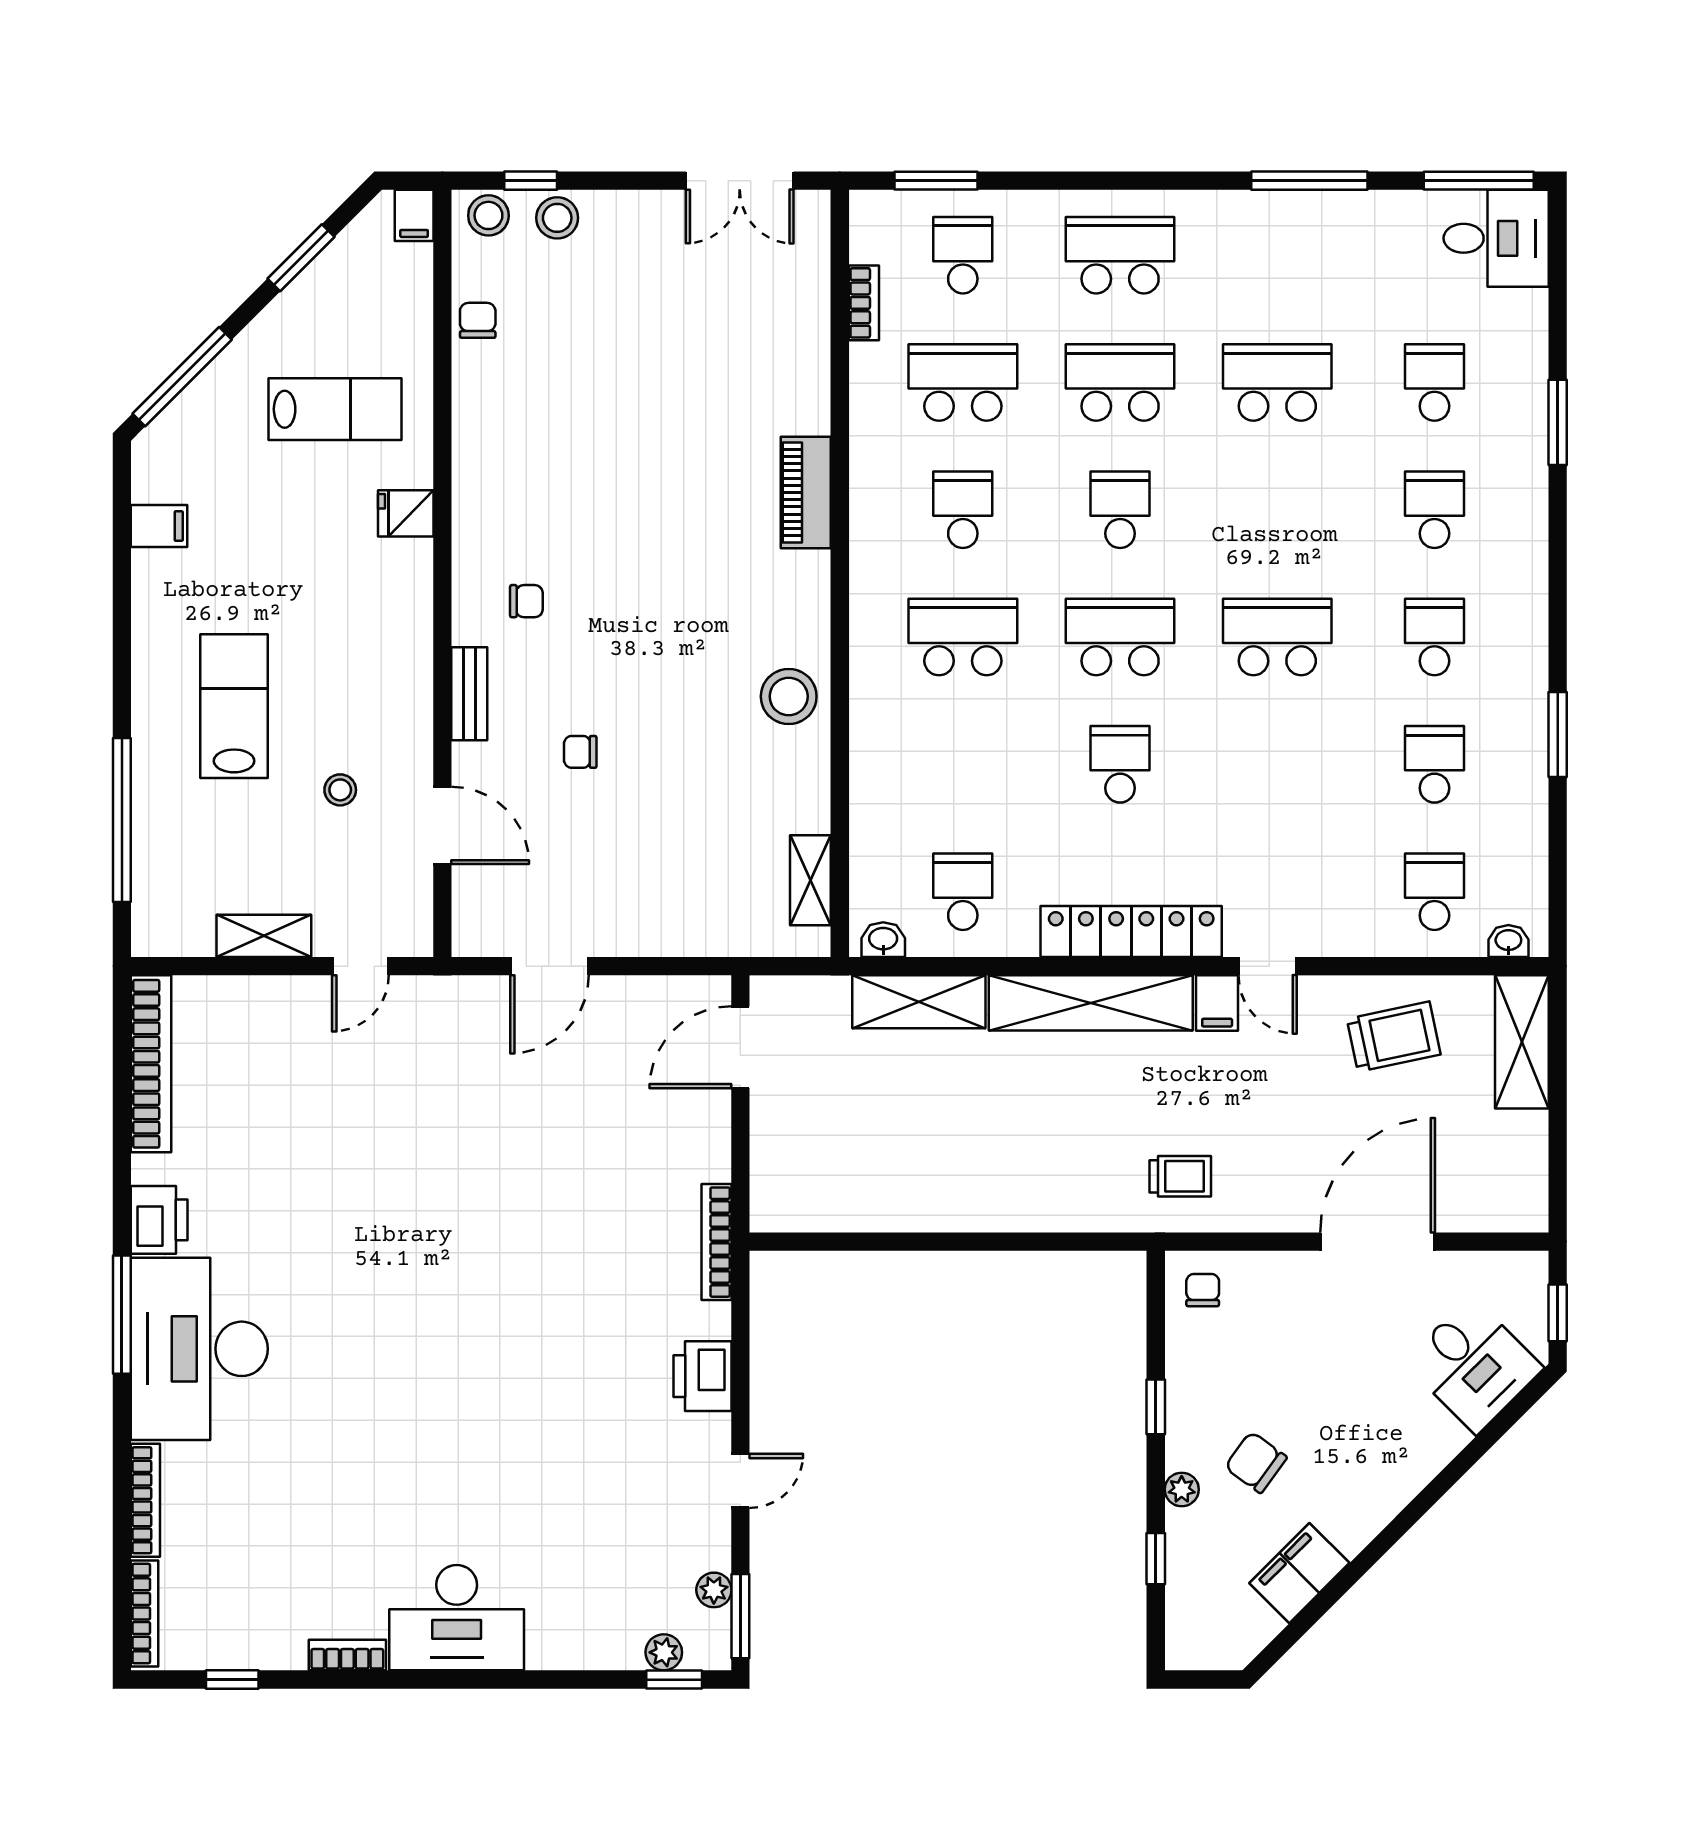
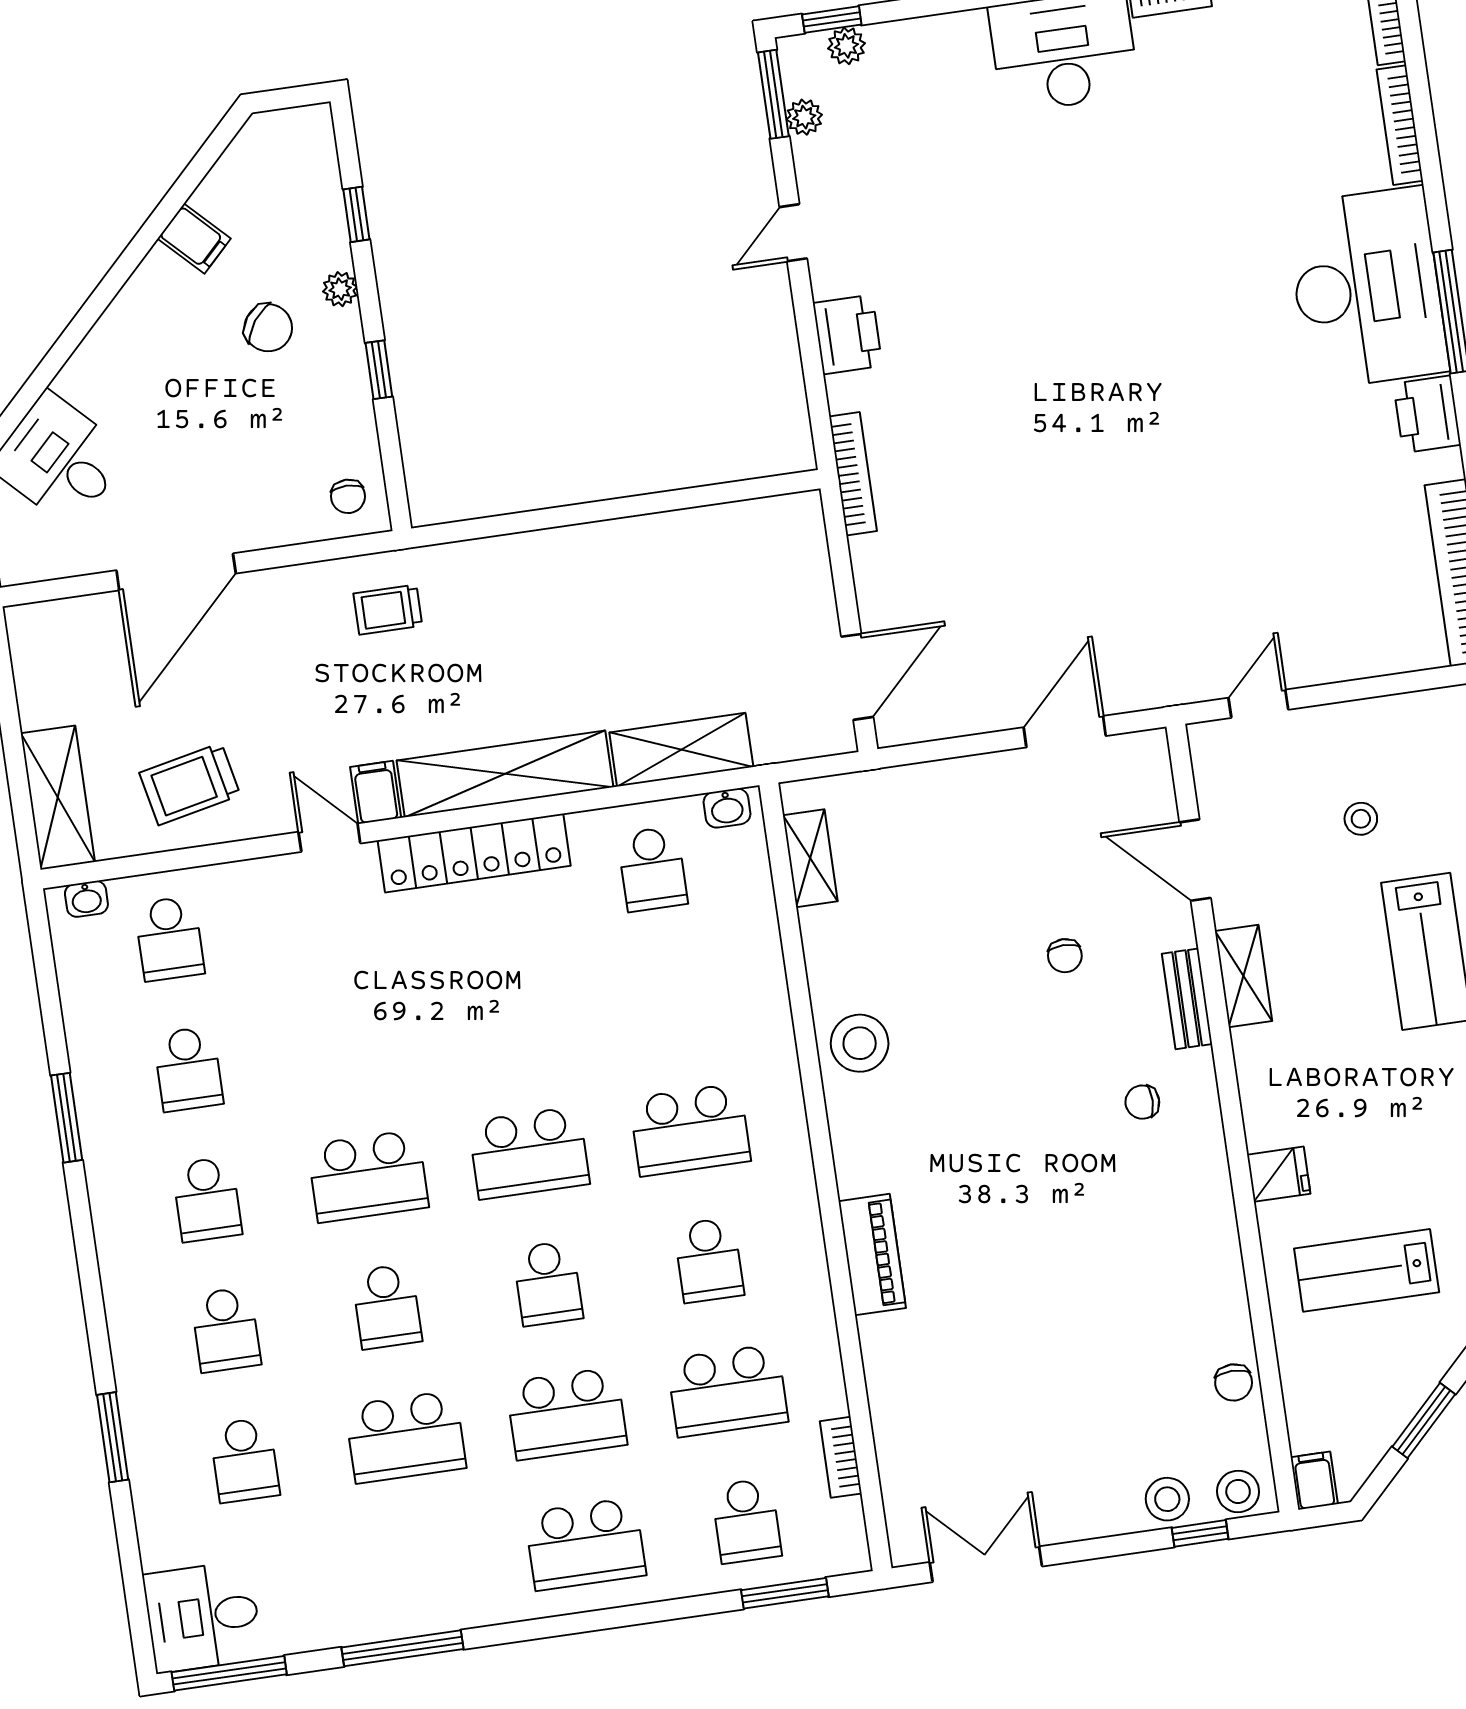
chair: (580, 752) -> (1065, 956), turned 90
school desk: (1120, 764) -> (387, 1307), moved
stool: (340, 790) -> (1361, 819), moved
shelving: (264, 936) -> (1243, 976), moved, turned 90
filing cabinet: (1299, 1573) -> (194, 239), width x0.50

